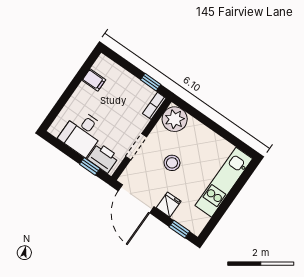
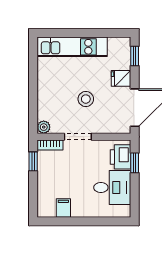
plant: (175, 119) -> (44, 127), width x0.53, depth x0.53
doorway: (136, 147) -> (78, 137), moved

